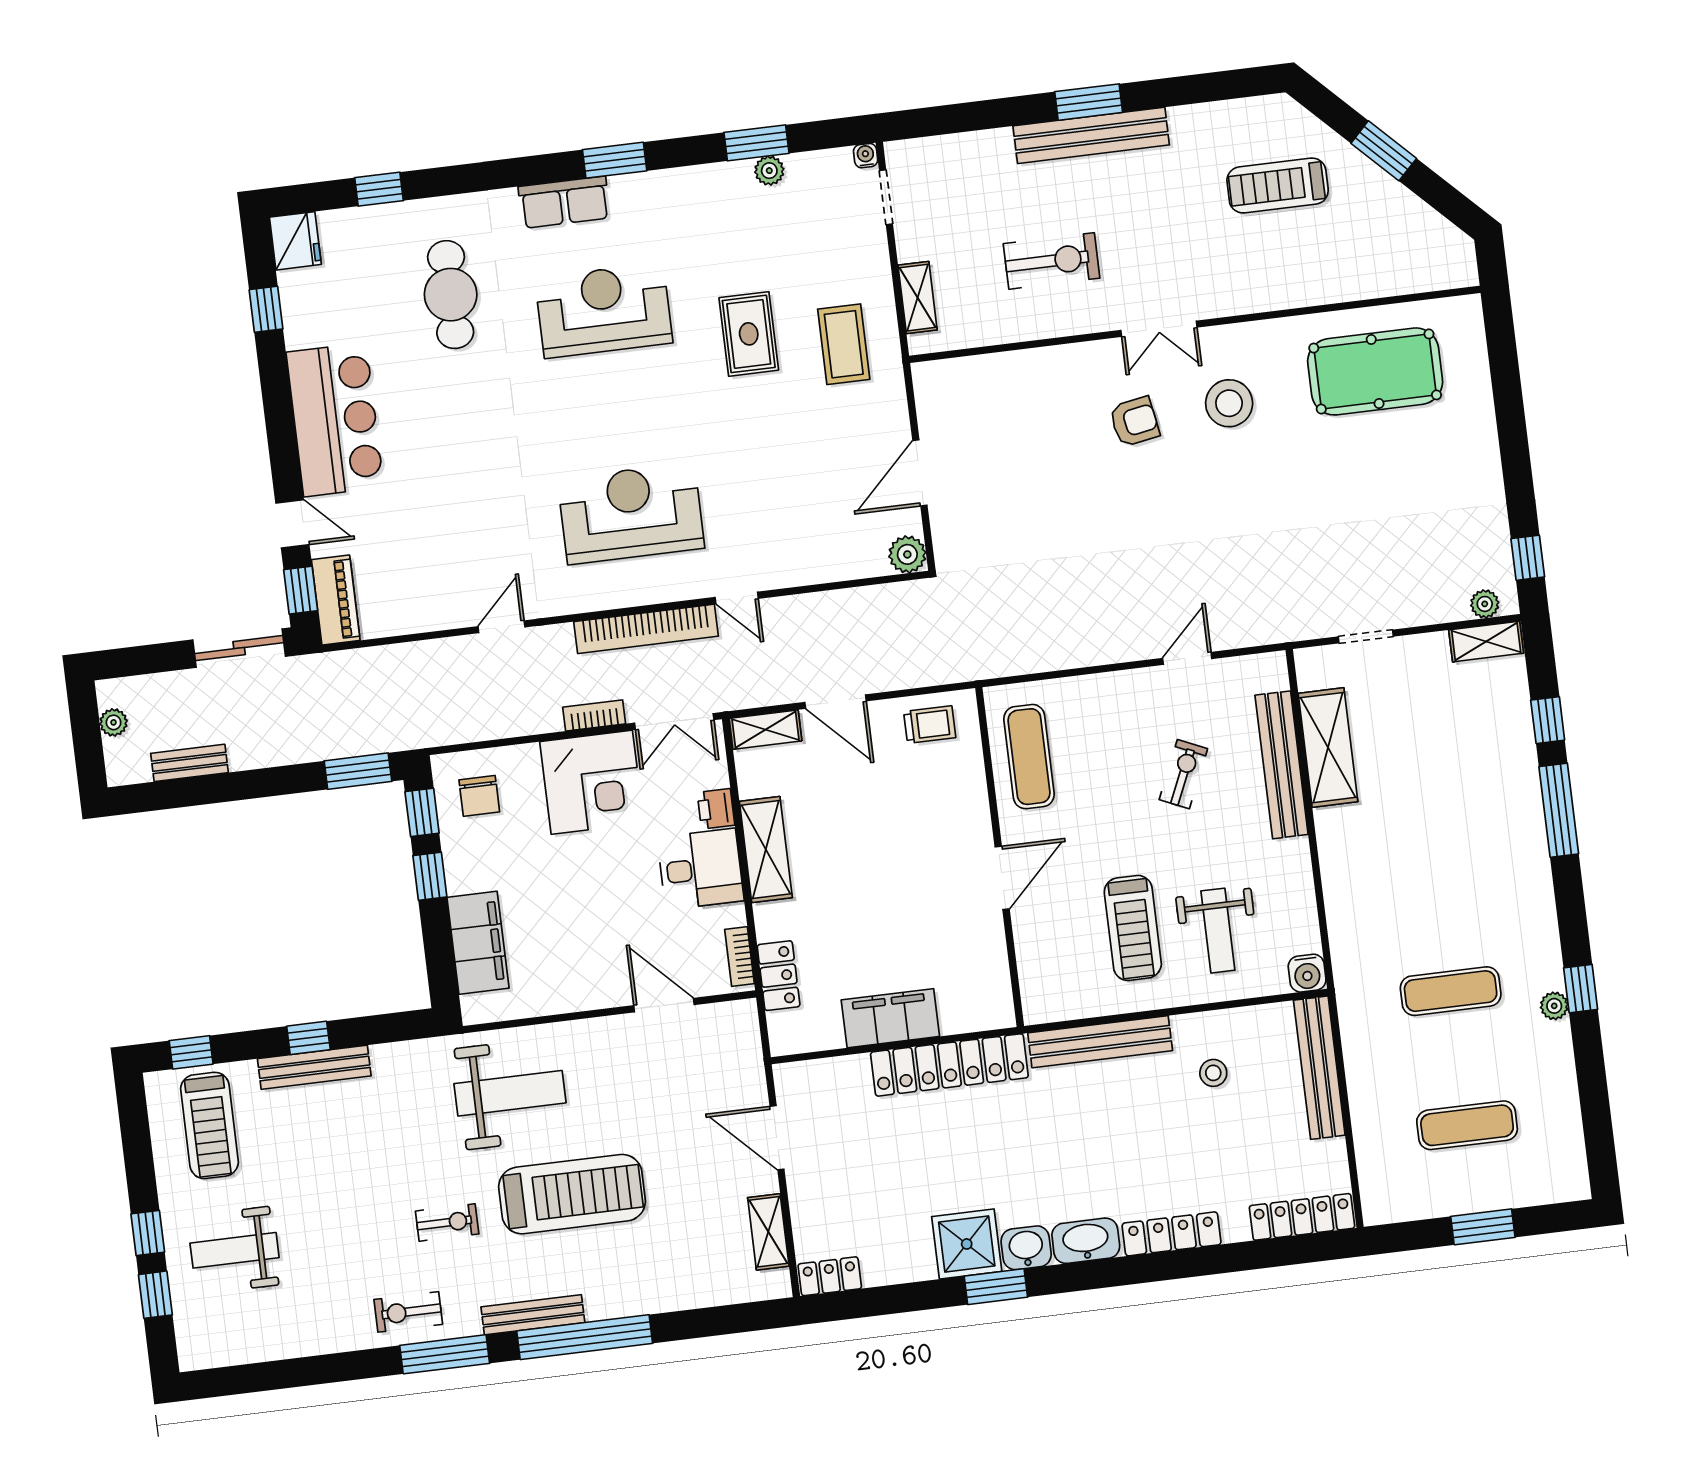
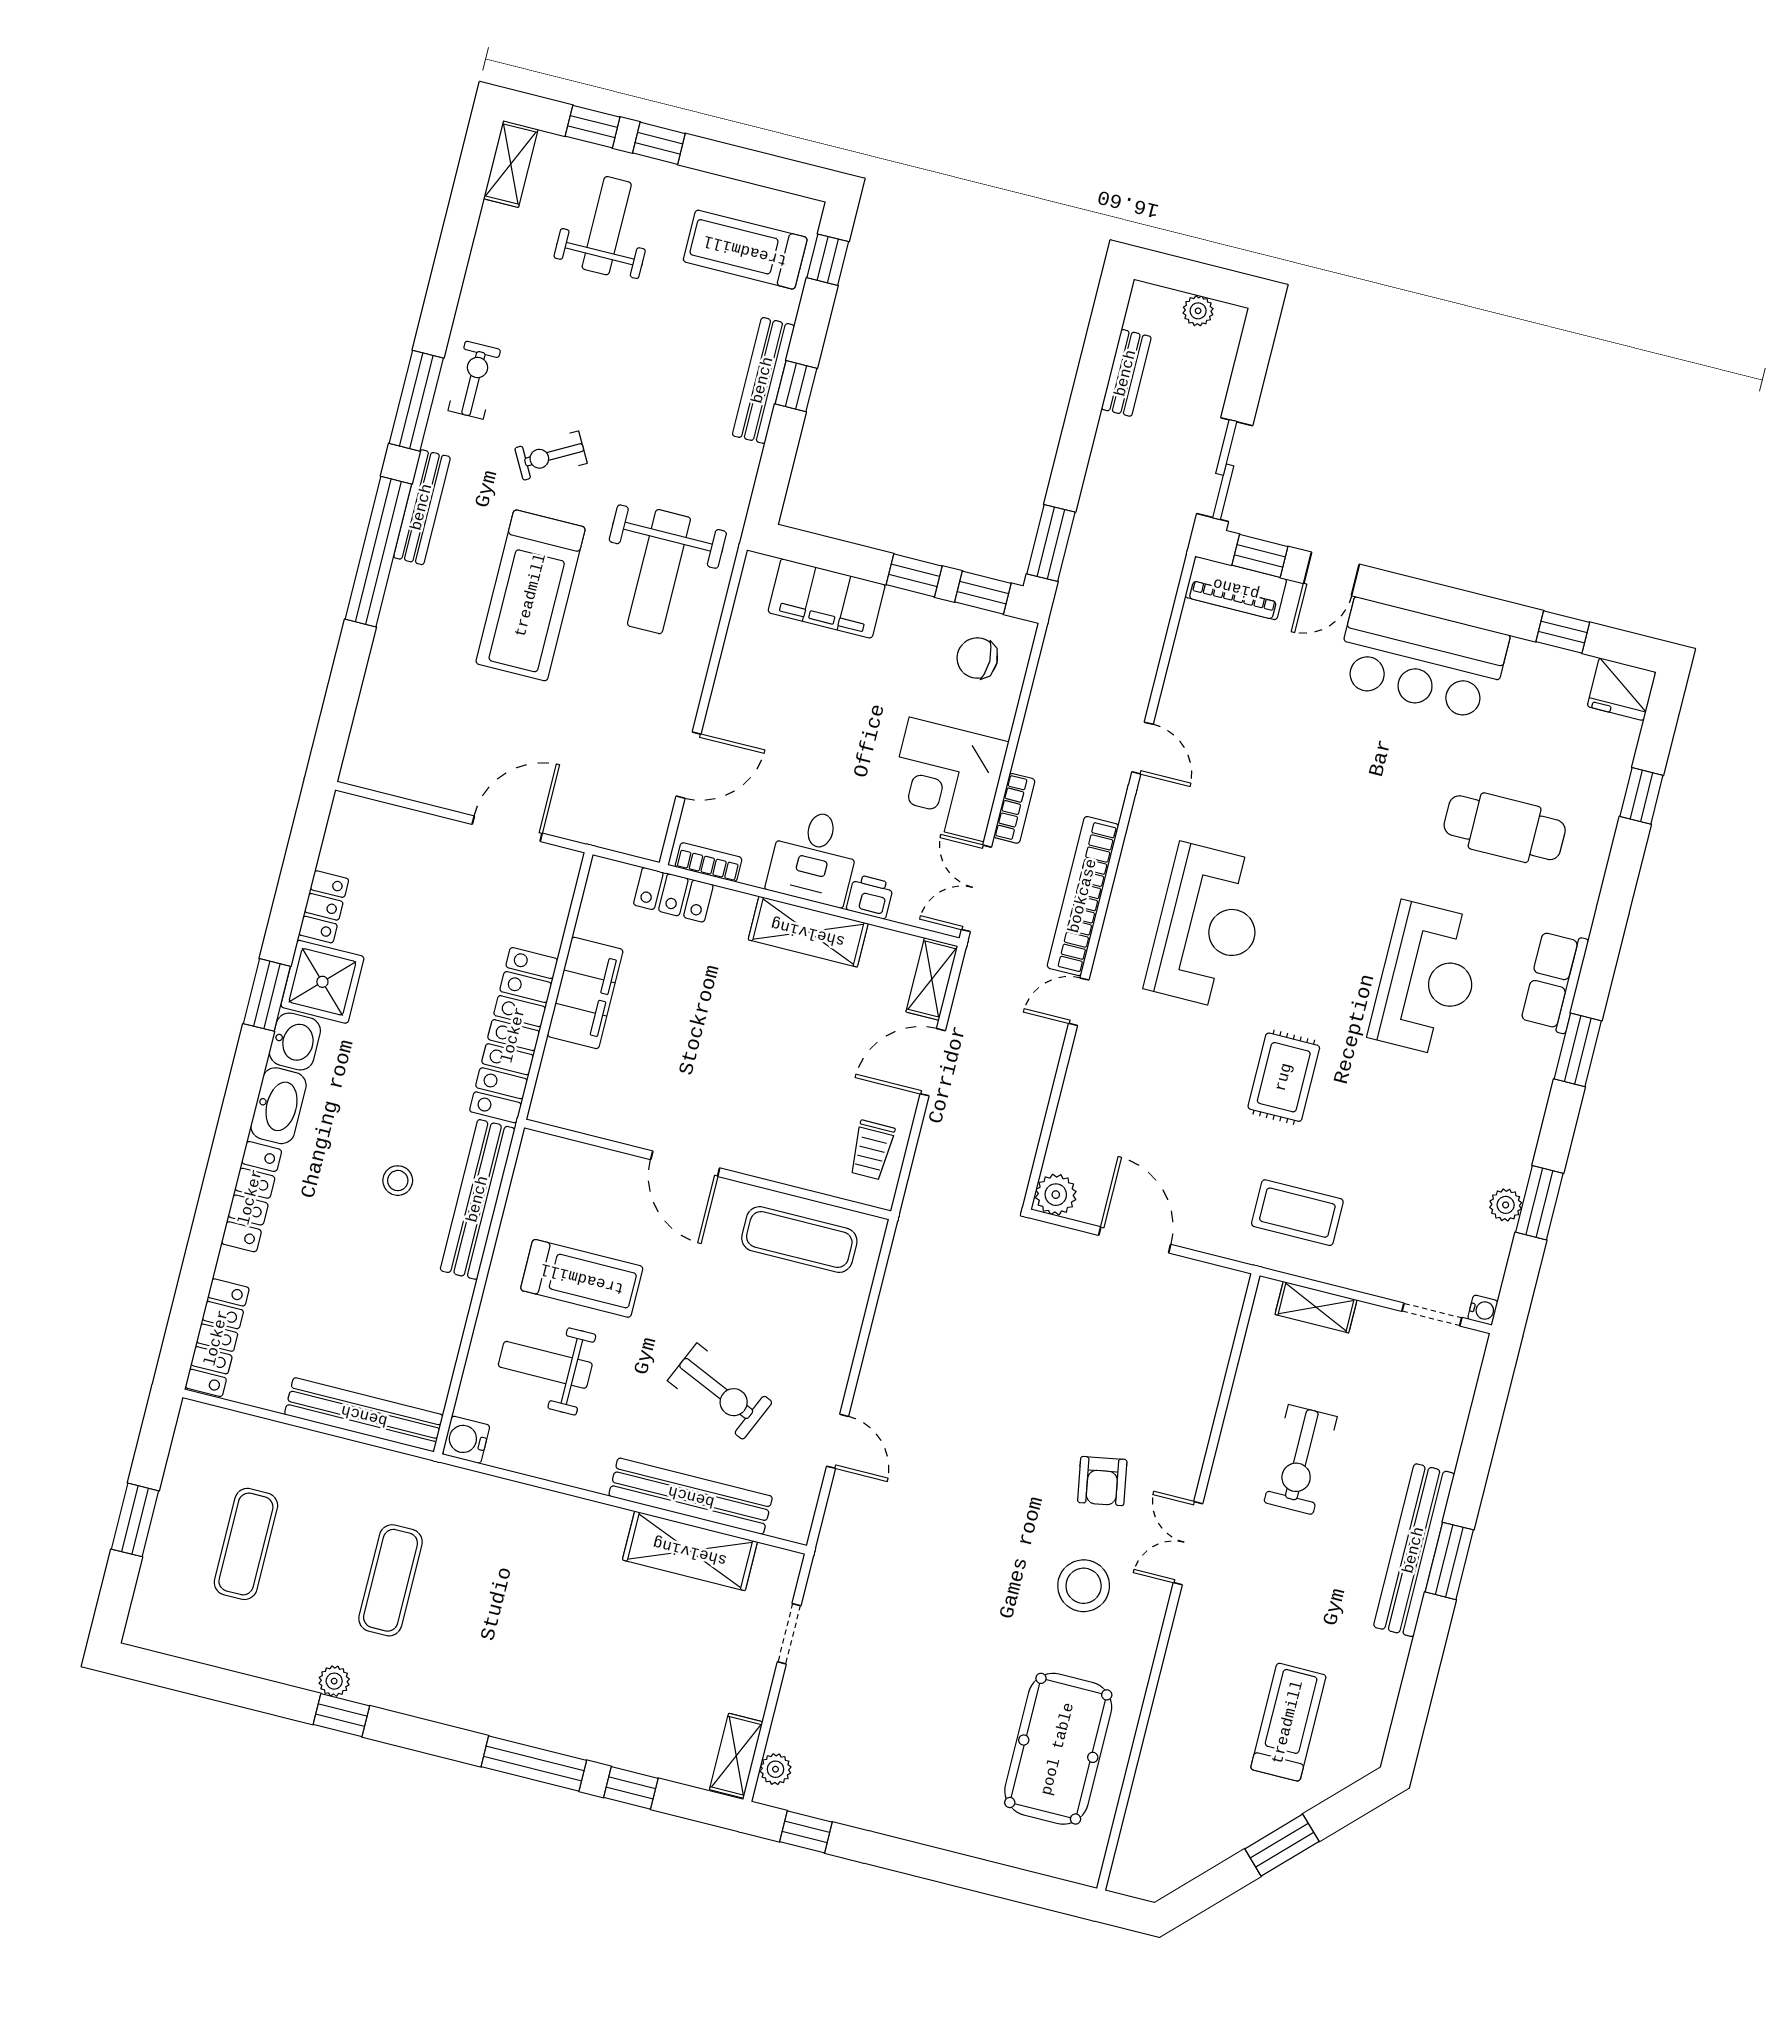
rug: (749, 334) -> (1284, 1077), moved, turned 90
exercise bike: (1183, 774) -> (720, 1391), width x1.38, depth x1.39
treadmill: (1133, 928) -> (582, 1278), turned 180
stool: (1213, 1073) -> (398, 1181), moved
exercise bike: (447, 1222) -> (551, 456), turned 61
shelving: (768, 1232) -> (511, 164), moved, turned 90
locker: (830, 1276) -> (324, 907), moved

